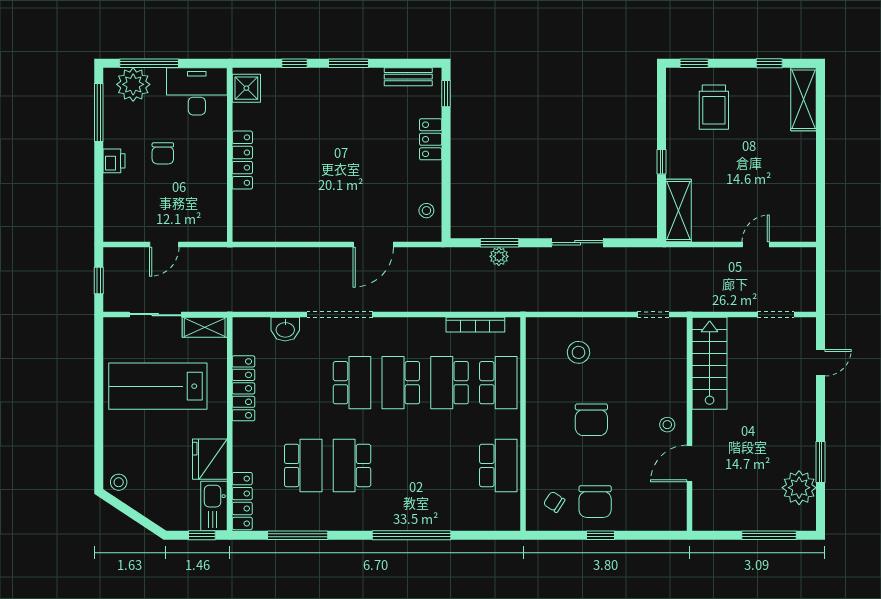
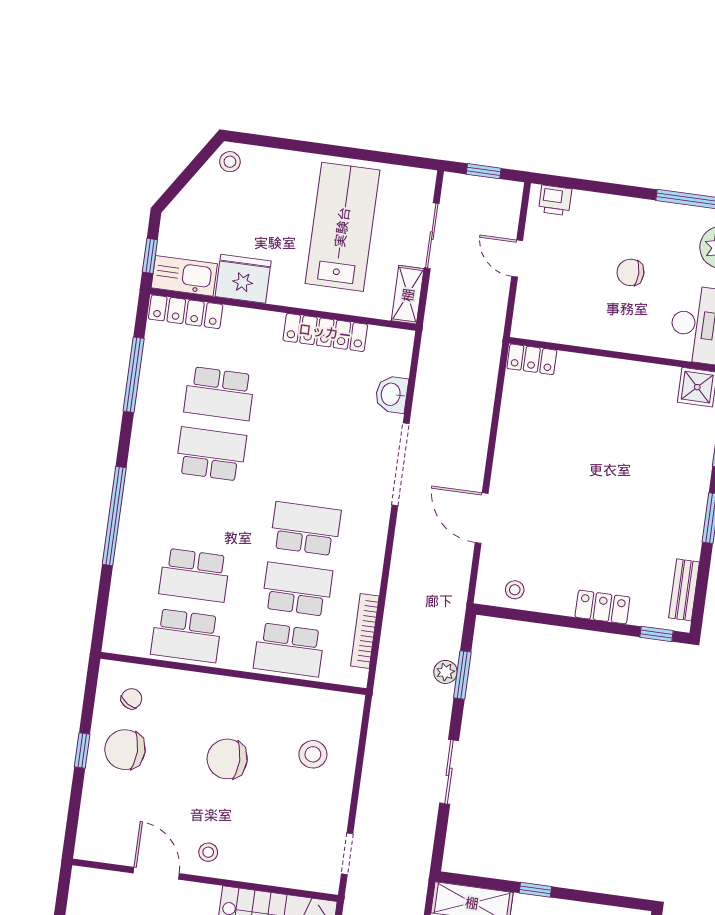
locker: (242, 160) -> (532, 359), moved, width x0.66
printer: (114, 161) -> (555, 200), moved
school desk: (352, 383) -> (194, 575), moved

